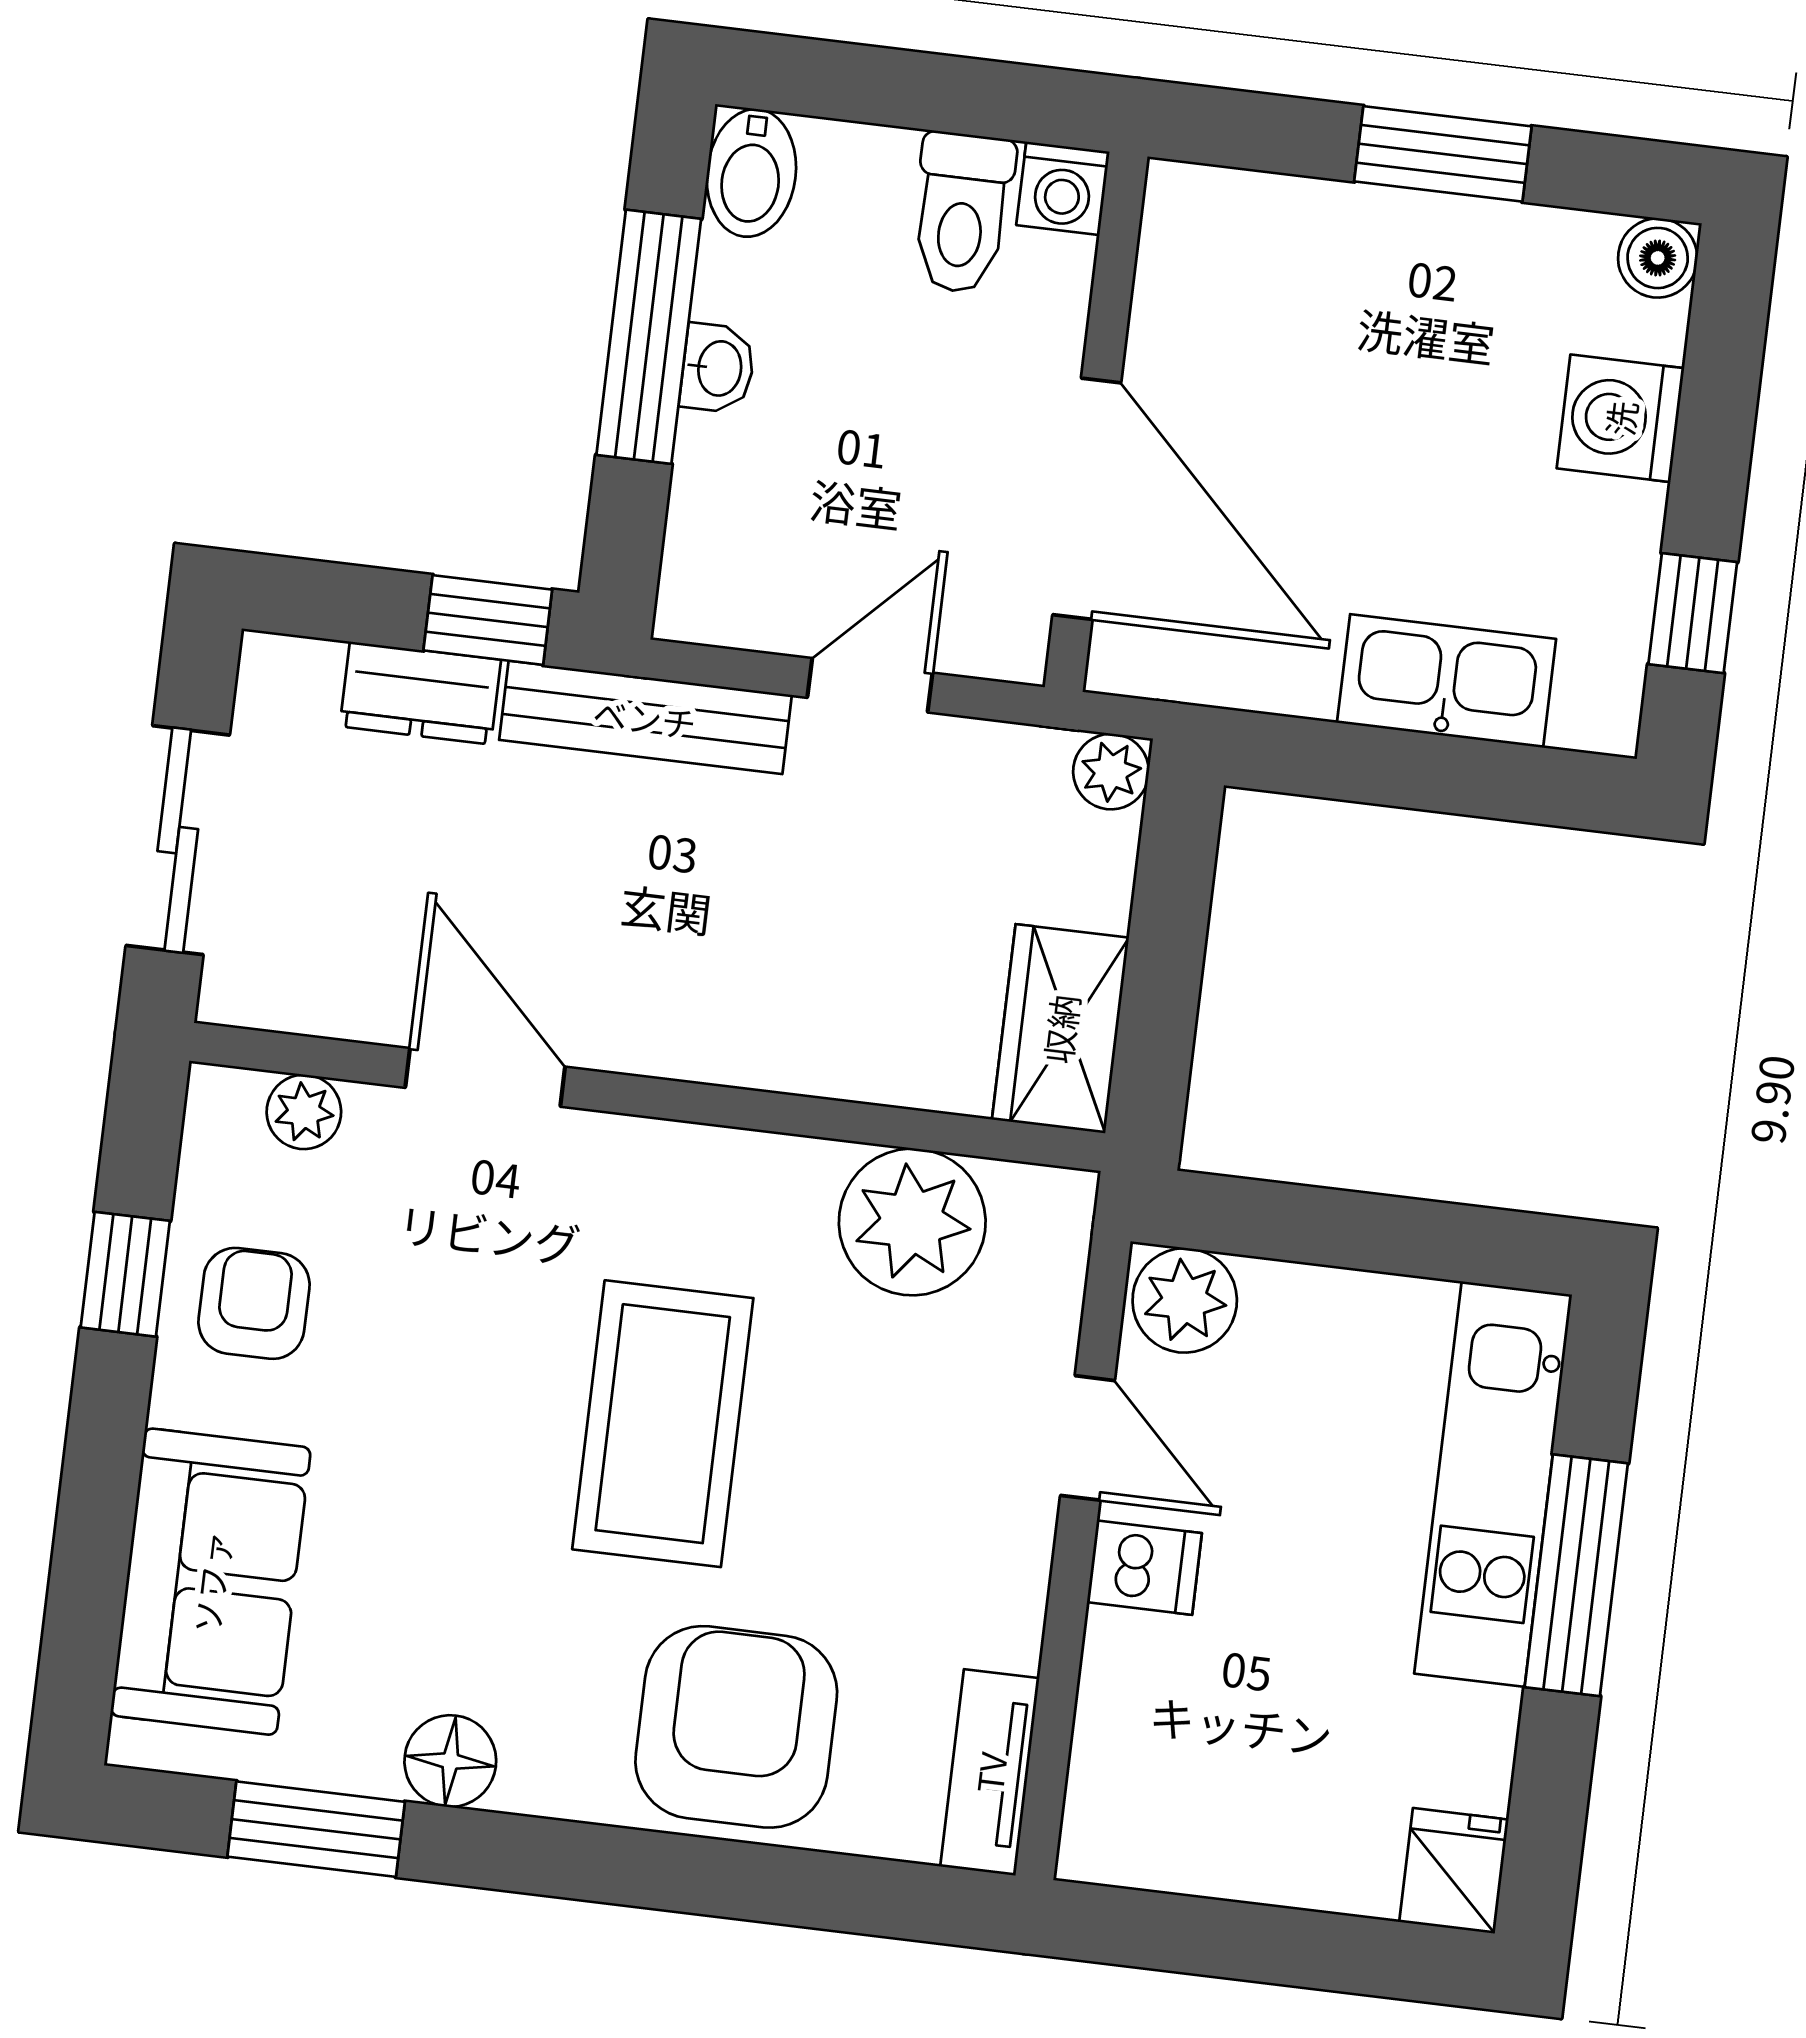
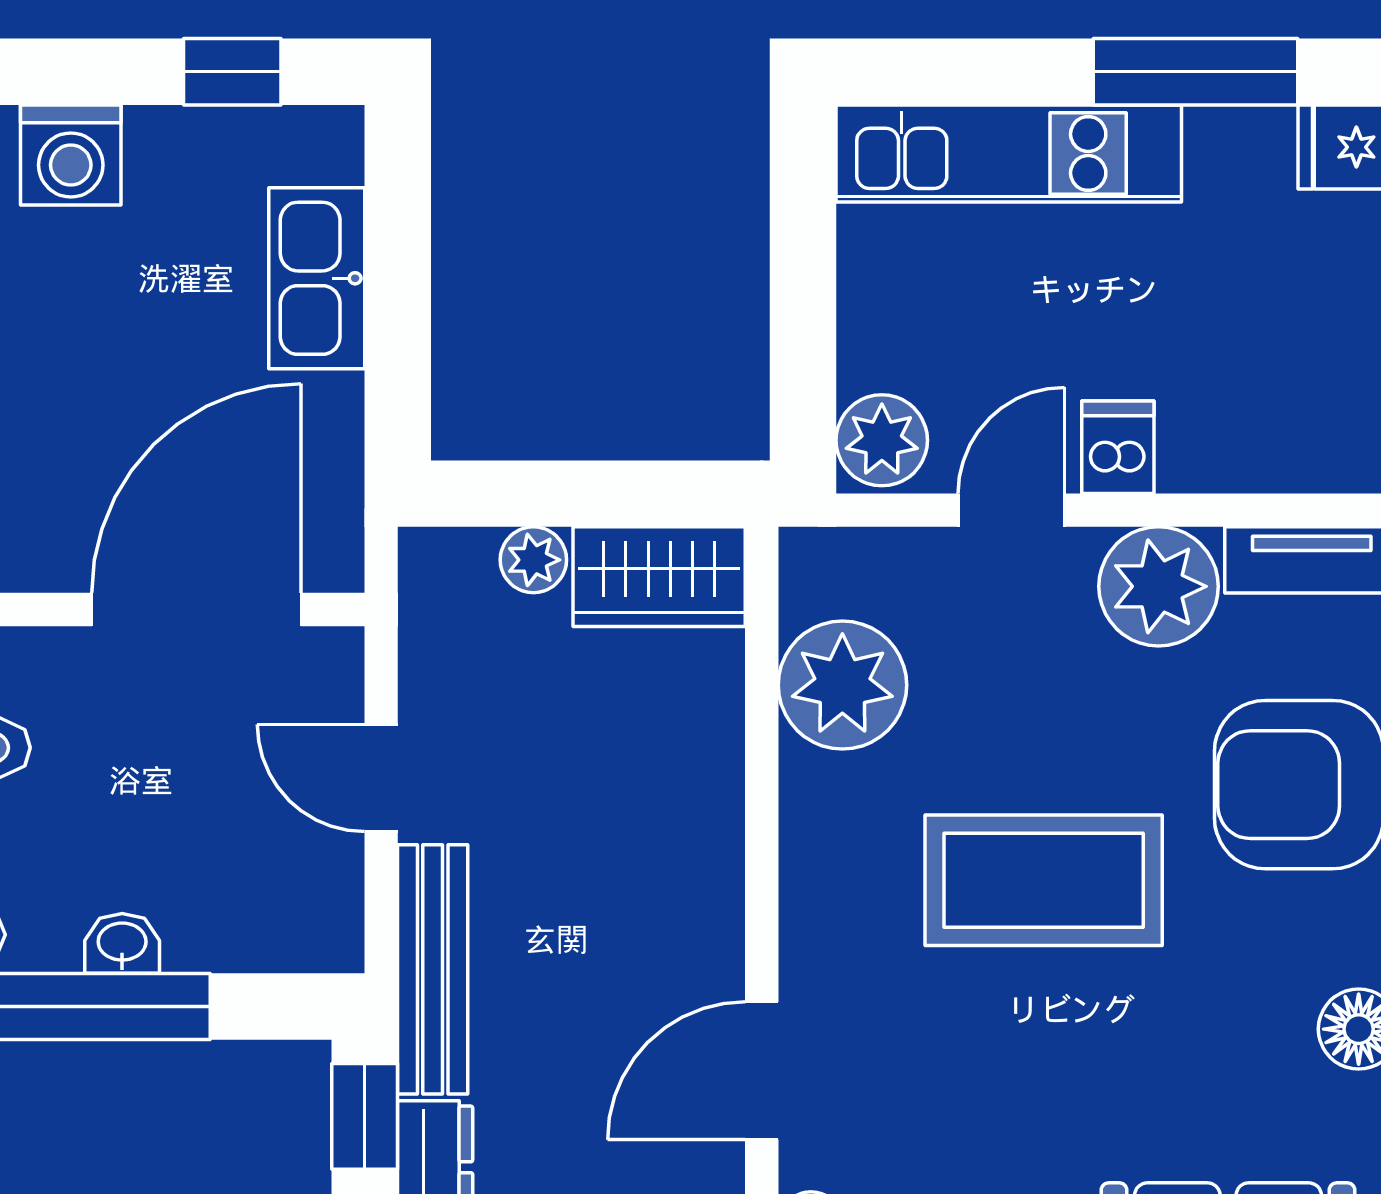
plant: (1111, 772) -> (533, 560), moved
window: (1576, 1575) -> (1196, 72), moved
plant: (981, 1595) -> (1159, 586), added

